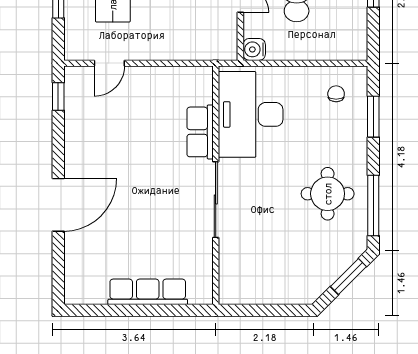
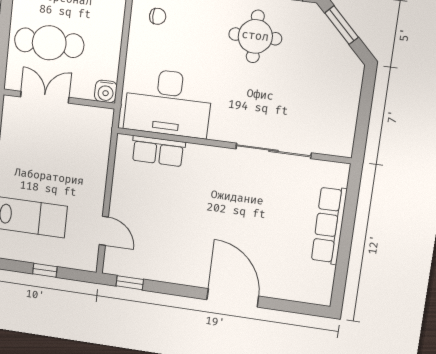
chair: (336, 94) -> (158, 16), turned 180
row of seats: (200, 132) -> (158, 151), moved
sliding door: (216, 200) -> (273, 151), moved

